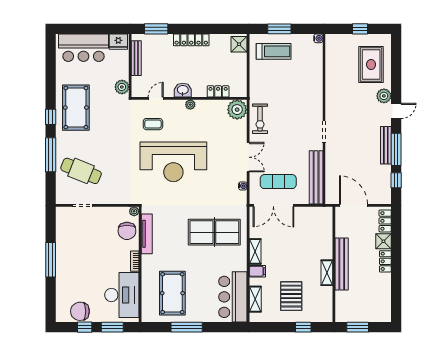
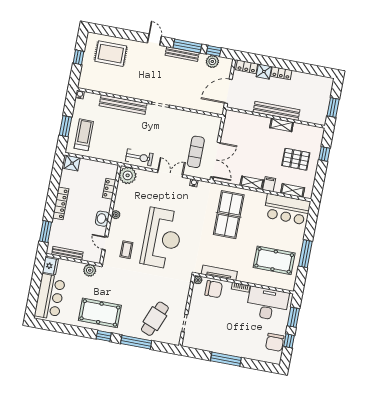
plant: (384, 96) -> (212, 61), moved
bench: (316, 177) -> (123, 105), moved

